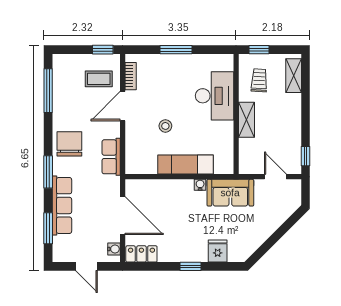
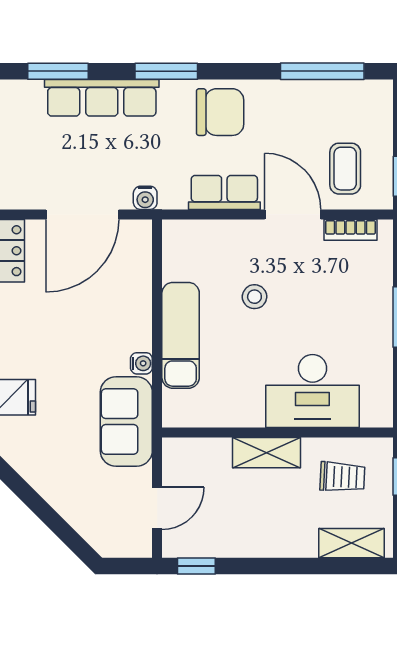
row of seats: (111, 157) -> (224, 192), moved
water cooler: (114, 249) -> (145, 198), moved

